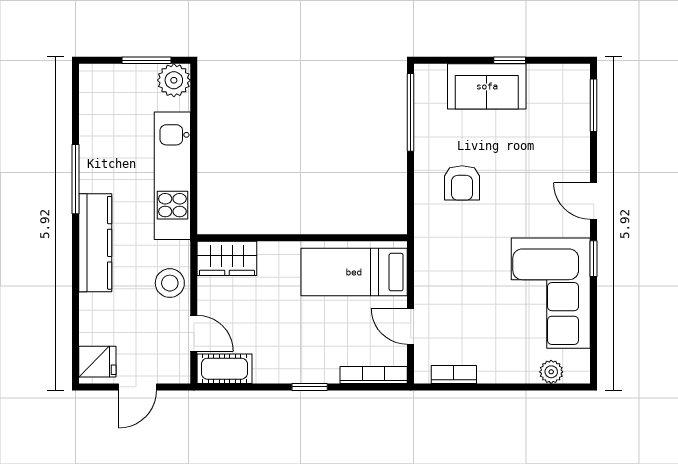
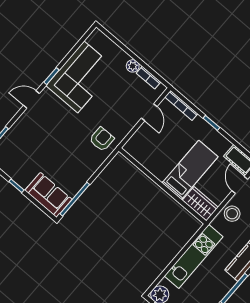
sofa: (487, 86) -> (48, 195), moved
armchair: (462, 183) -> (102, 139), moved
door: (594, 201) -> (31, 99), swing flipped
bed: (354, 272) -> (190, 170), moved, turned -90
plant: (551, 372) -> (133, 66), moved

